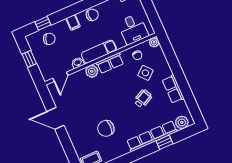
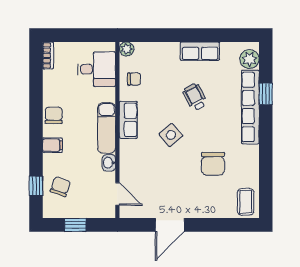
plant: (92, 71) -> (129, 149), removed
side table: (145, 73) -> (171, 135), moved

